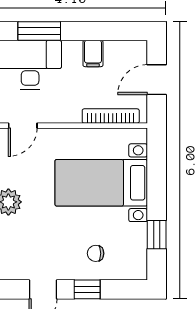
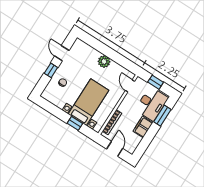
filing cabinet: (93, 53) -> (143, 127), width x2.00
window: (157, 235) -> (75, 123), moved

